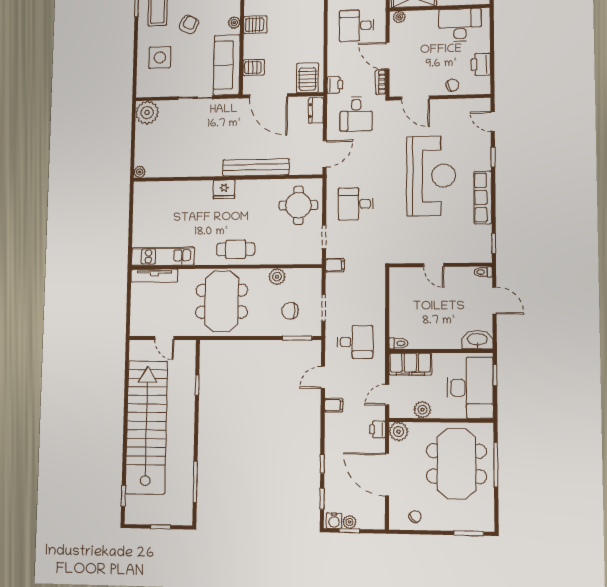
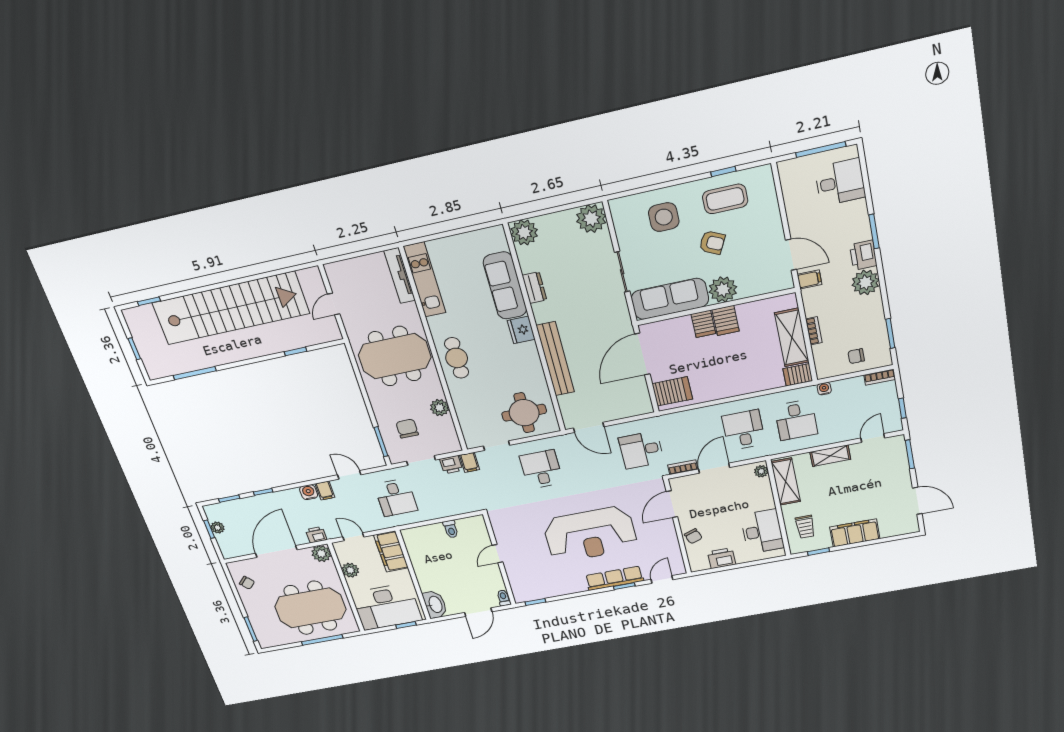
plant: (234, 22) -> (723, 290), width x1.88, depth x1.88
server rack: (254, 68) -> (703, 324), moved
printer: (335, 85) -> (451, 465), moved
dresser: (316, 111) -> (534, 288), moved, turned 90
plant: (140, 172) -> (524, 232), width x1.87, depth x1.87
sofa: (184, 193) -> (505, 286), added
row of seats: (483, 197) -> (614, 578), moved
toilet: (398, 343) -> (451, 529), moved
water cooler: (334, 521) -> (309, 492), moved, turned 90

